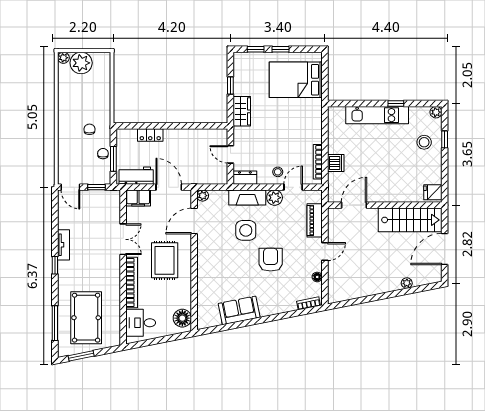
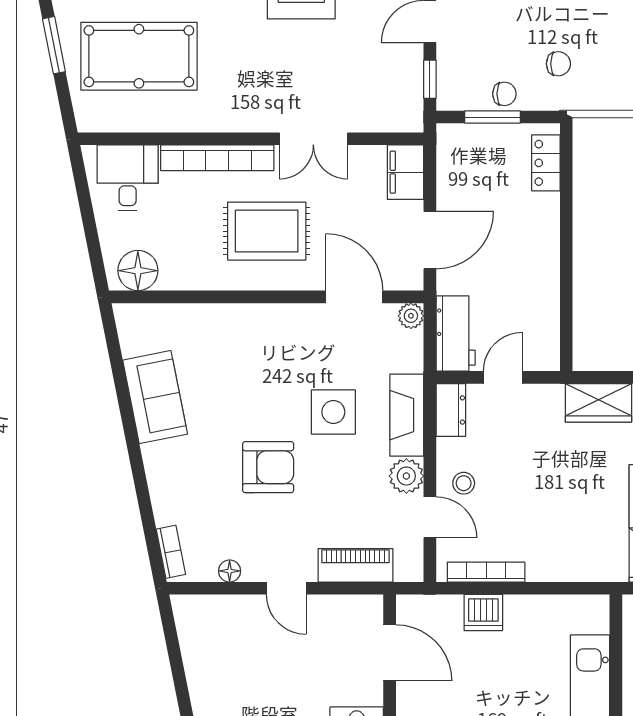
locker: (150, 135) -> (546, 163), moved
workbench: (136, 176) -> (456, 334), moved

